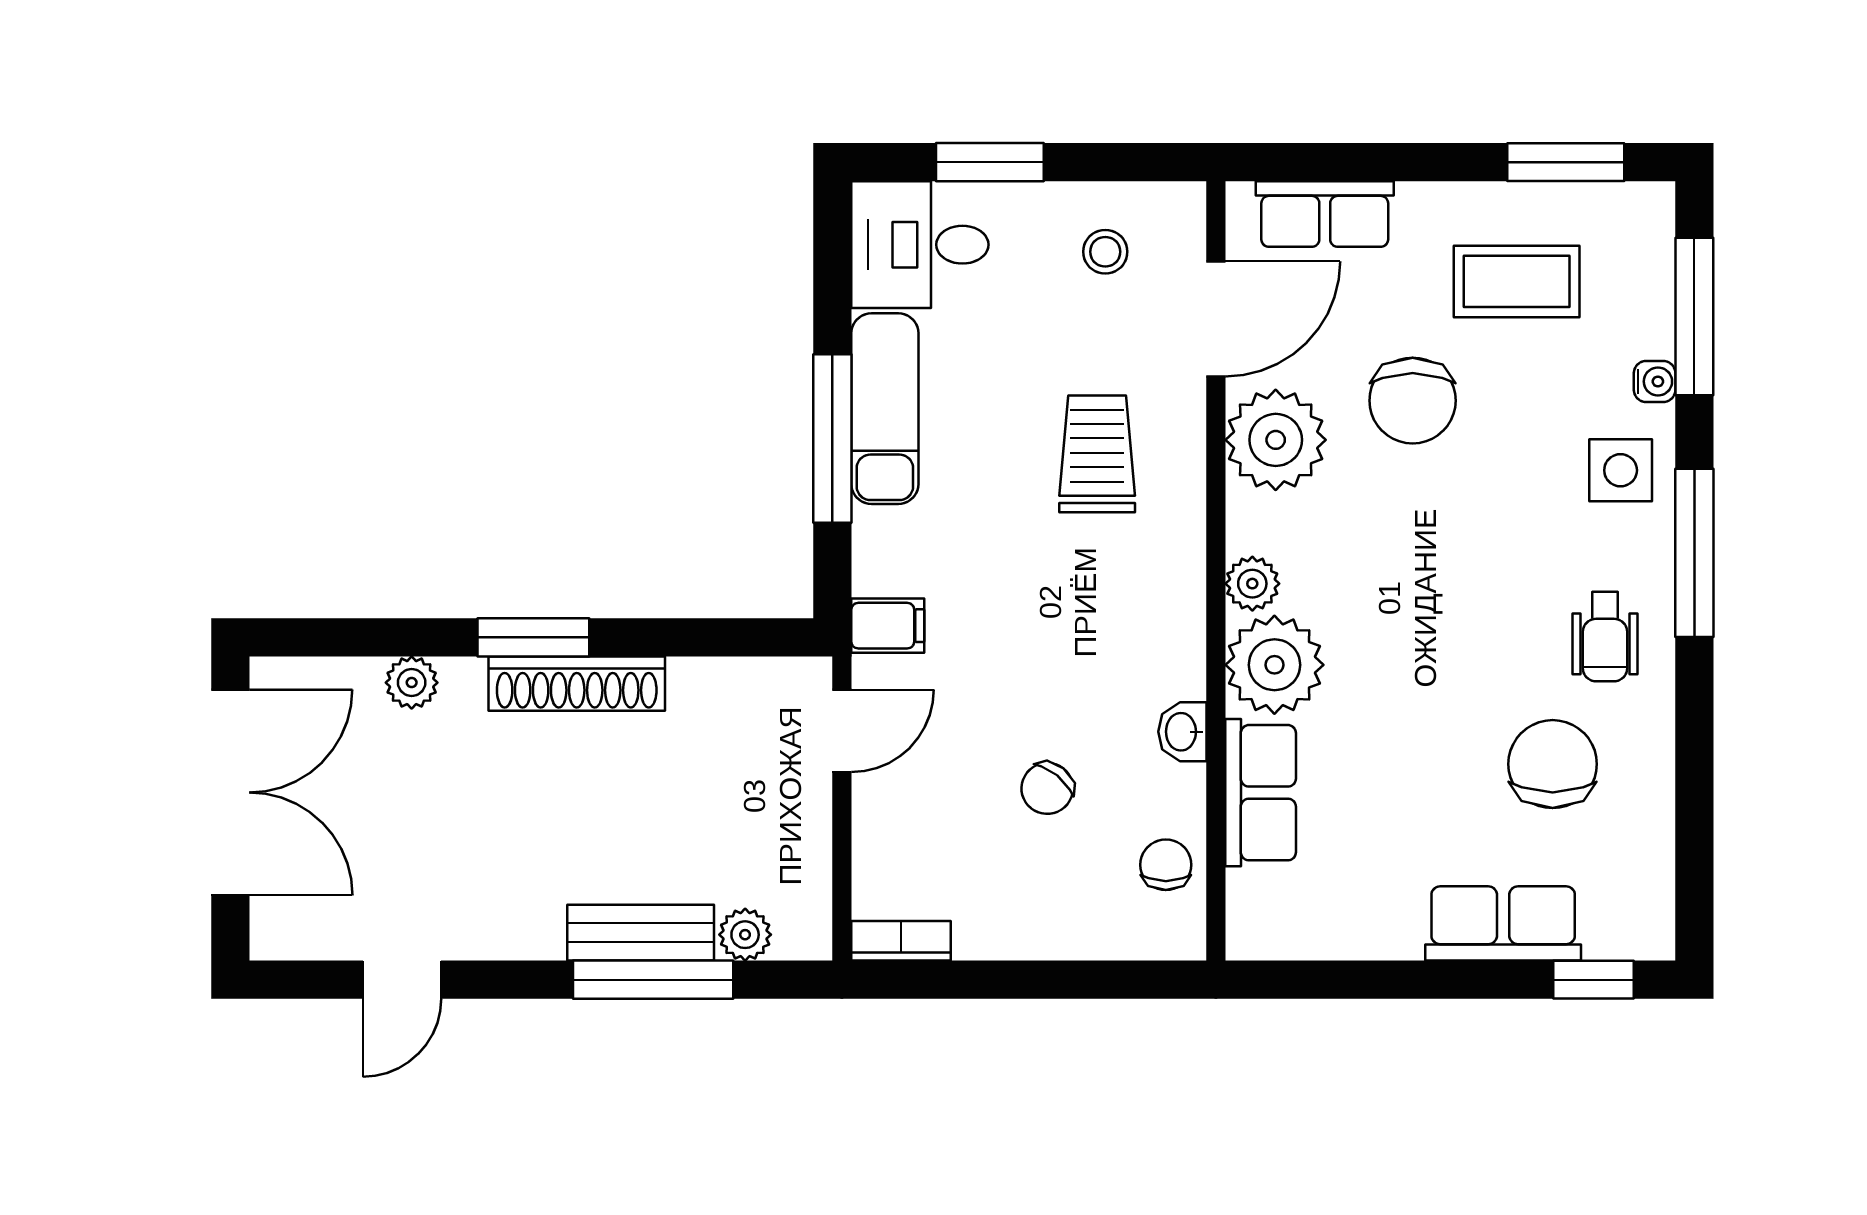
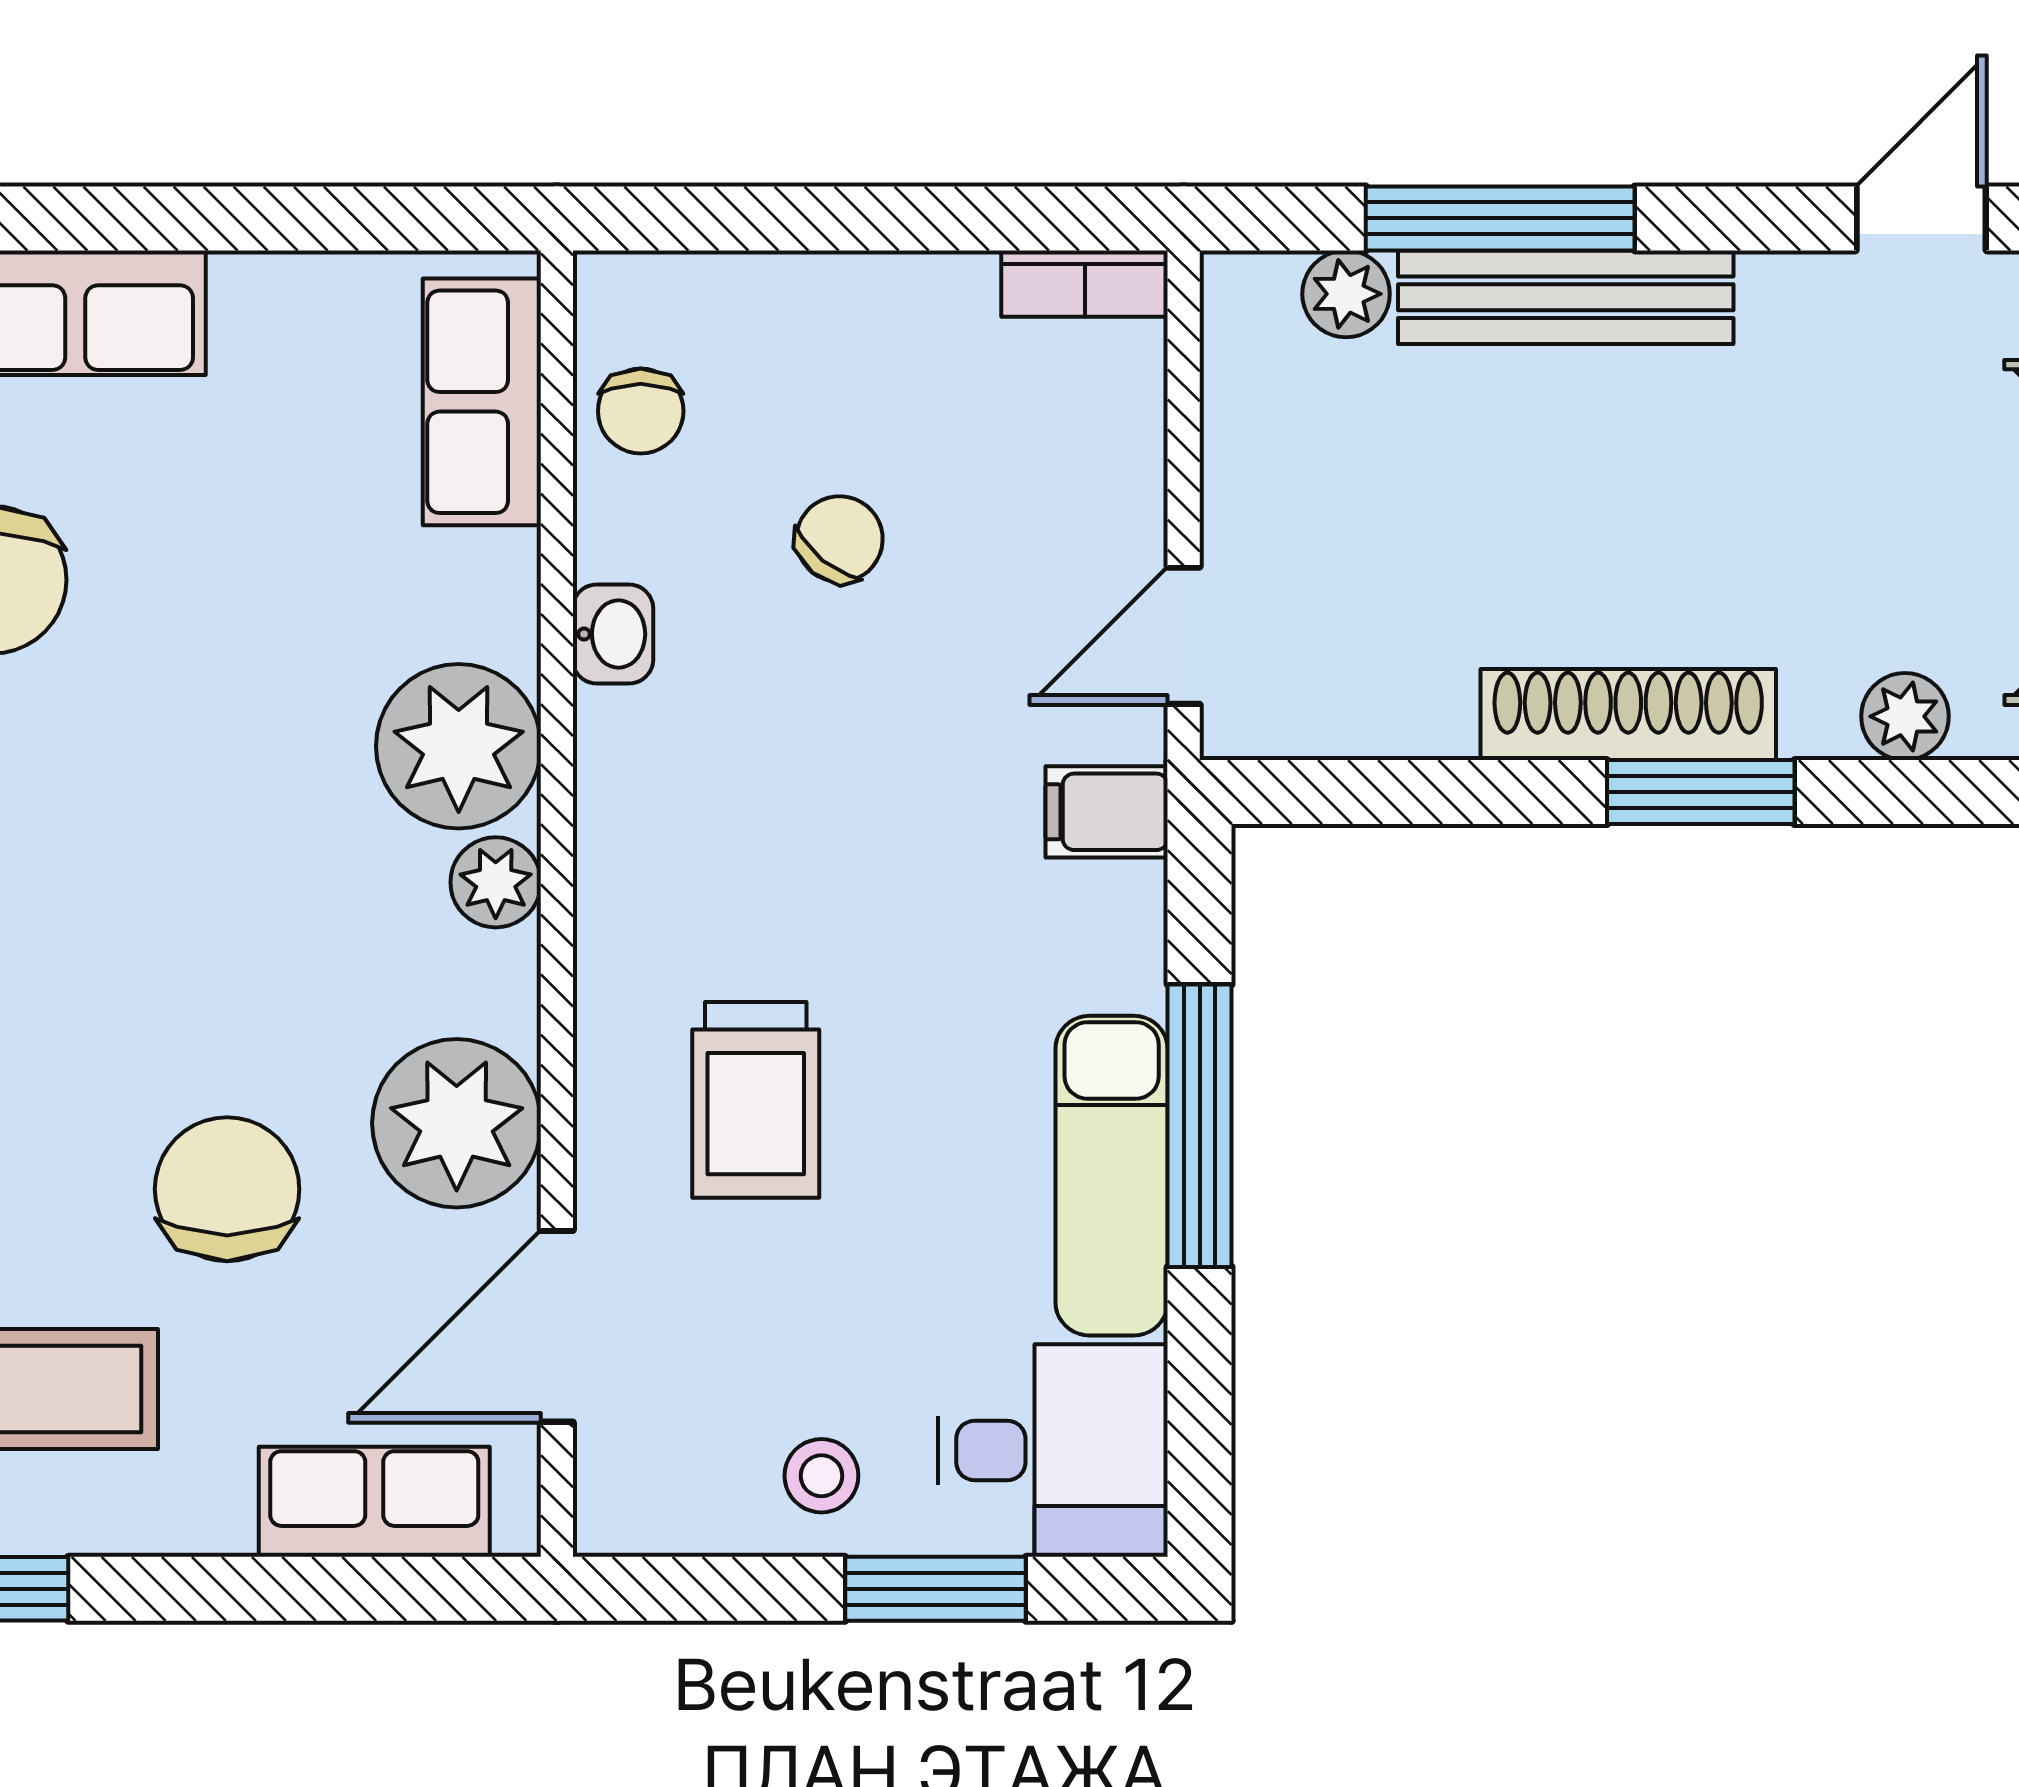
stool: (1105, 252) -> (821, 1476), moved
row of seats: (1261, 793) -> (482, 402), moved
bench: (641, 933) -> (1566, 297), width x1.36

